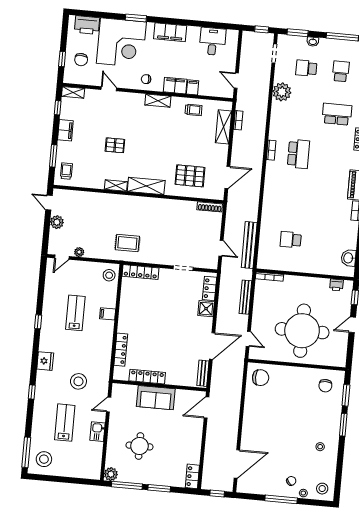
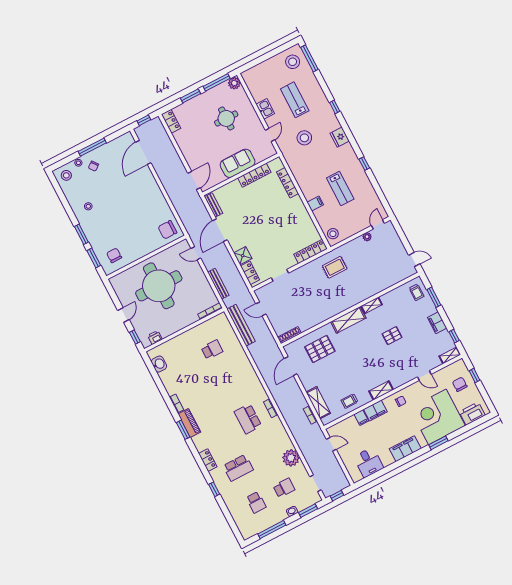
plant: (57, 222) -> (399, 249), removed
lab bench: (65, 423) -> (295, 100), turned 180

